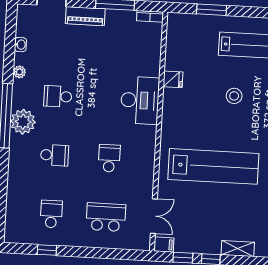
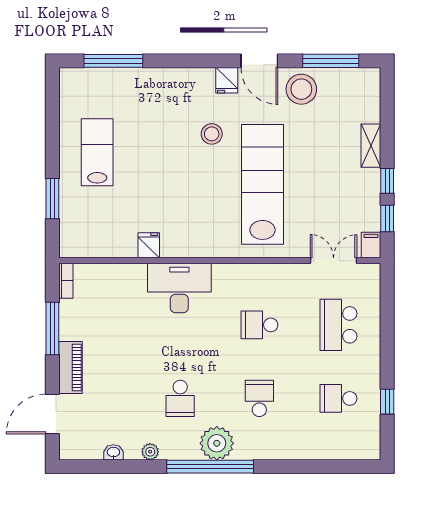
stool: (234, 96) -> (212, 134), moved

